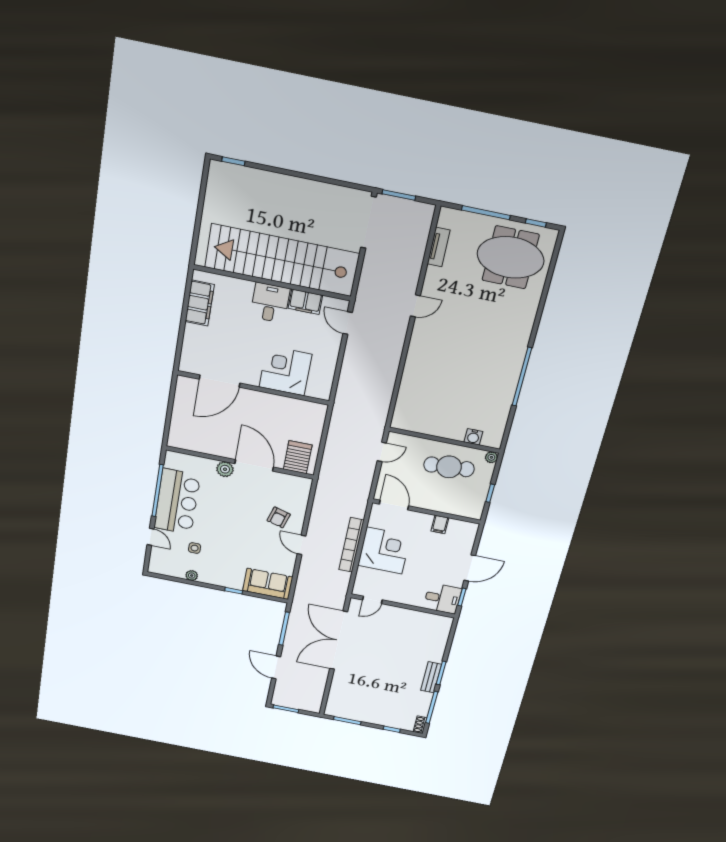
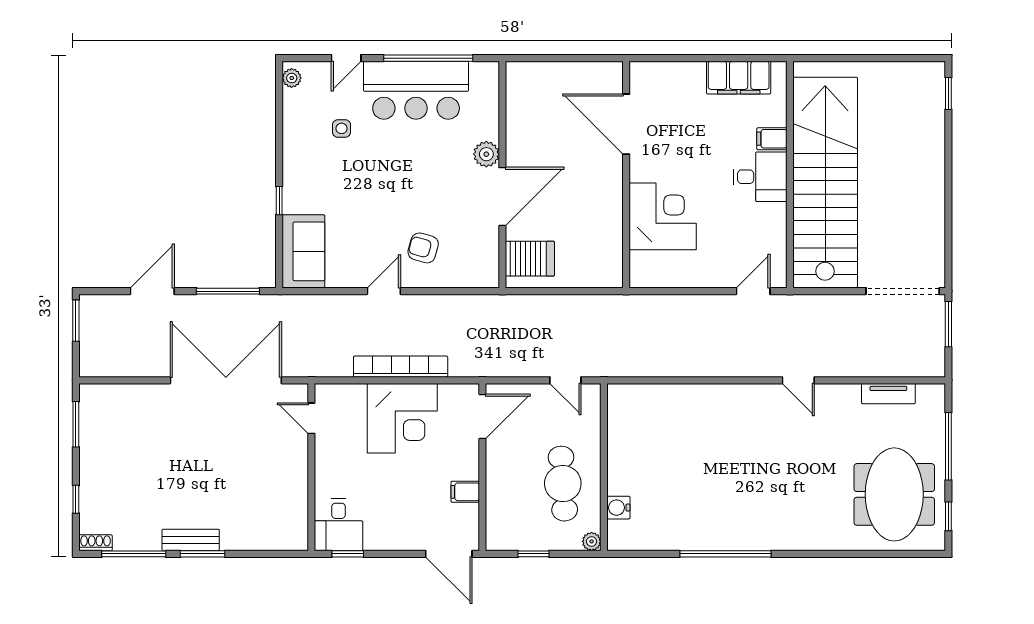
filing cabinet: (305, 302) -> (772, 139), moved, width x0.50
door: (470, 568) -> (449, 554), moved
plant: (192, 576) -> (292, 78), moved

